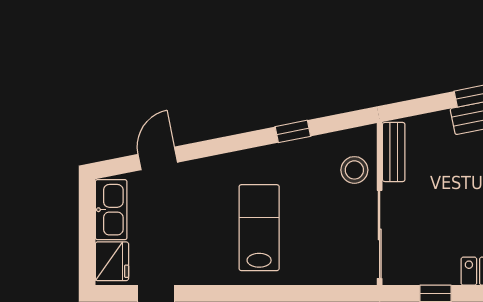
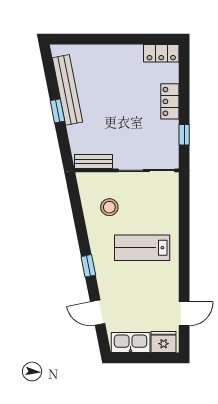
window: (293, 131) -> (88, 266), moved
stool: (354, 170) -> (109, 207), moved

